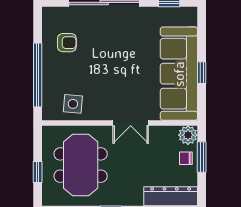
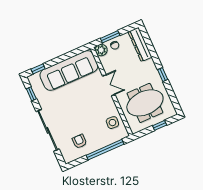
window: (202, 73) -> (38, 69), moved

